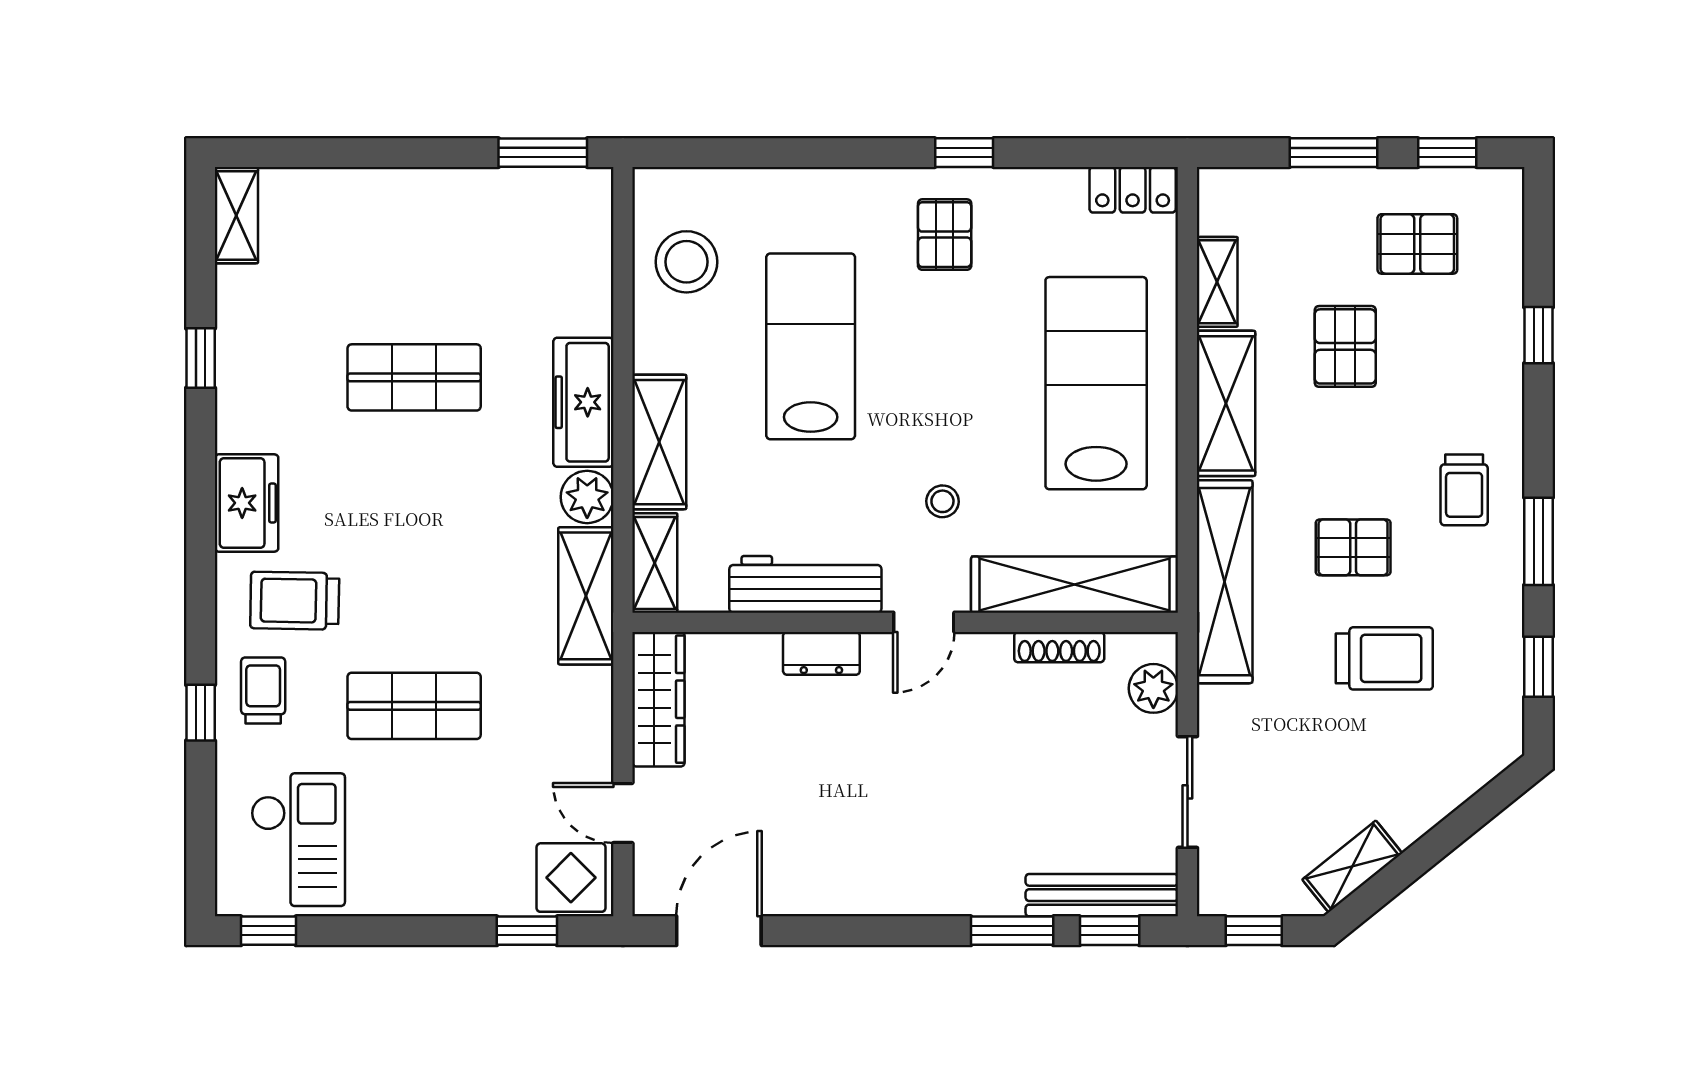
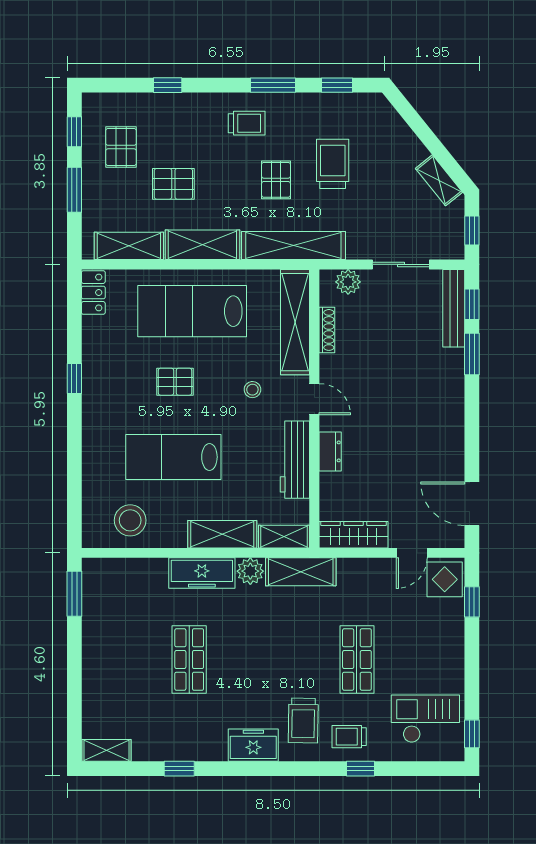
pallet: (945, 235) -> (175, 382), moved
shelving: (1217, 282) -> (129, 246), width x1.50, depth x1.33

